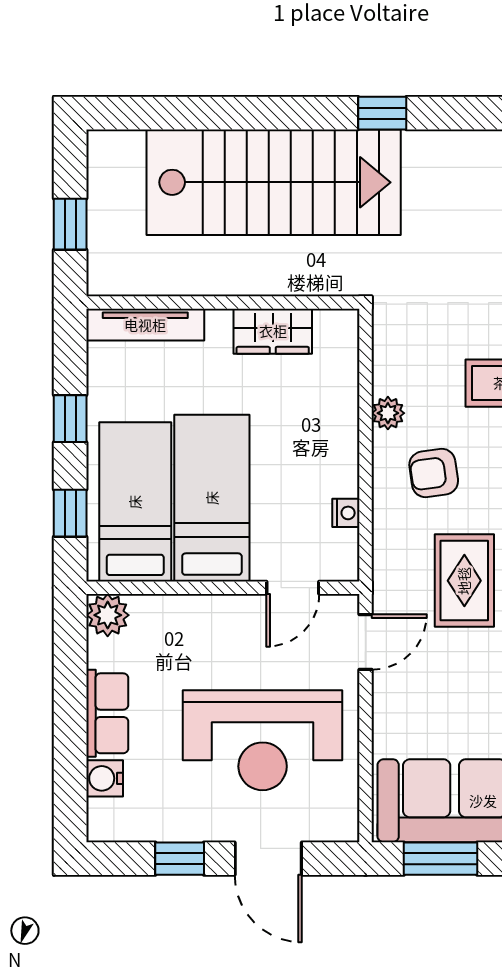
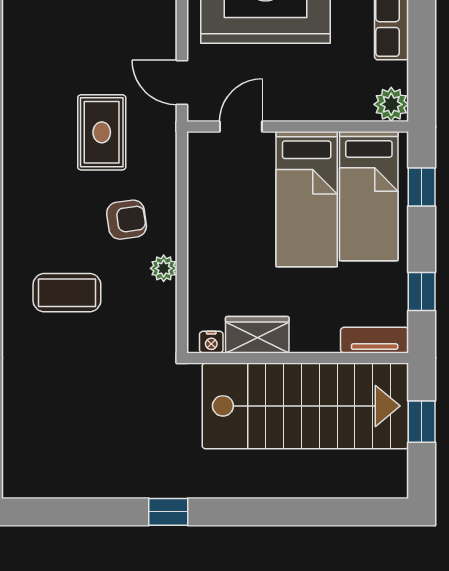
stairs: (274, 182) -> (305, 406), moved, turned 180
tv unit: (145, 325) -> (375, 340), width x0.71
window: (70, 419) -> (422, 292), moved
nightstand: (346, 513) -> (211, 342), moved, turned -90
door: (365, 642) -> (182, 83), hinge flipped

